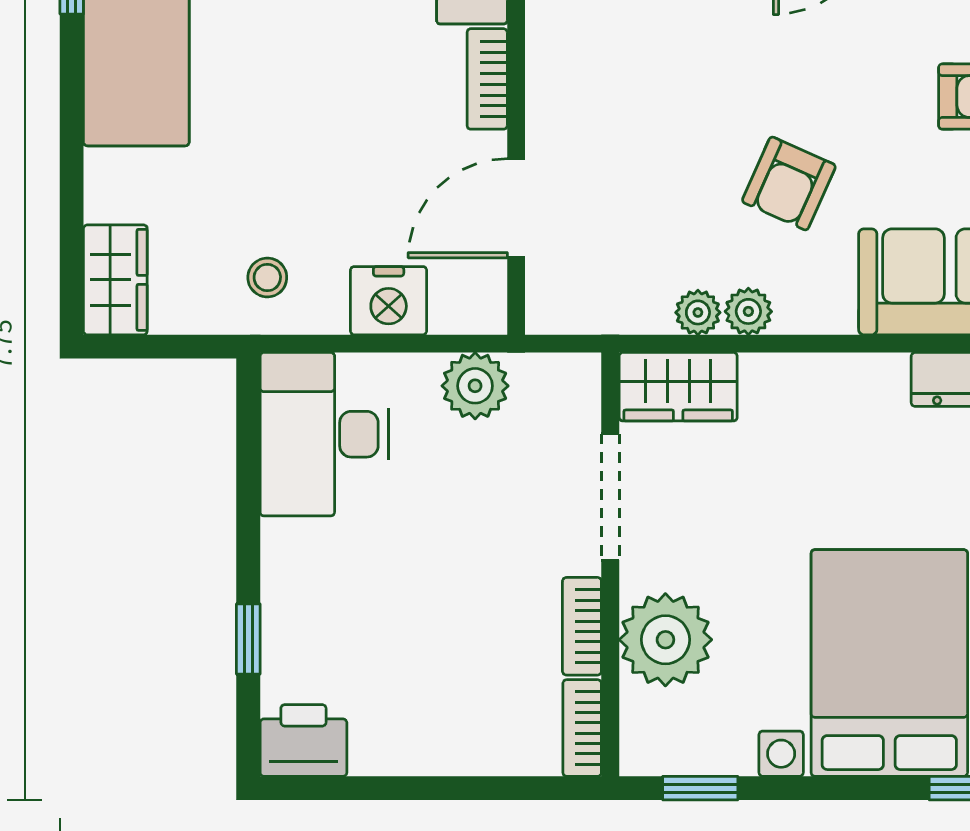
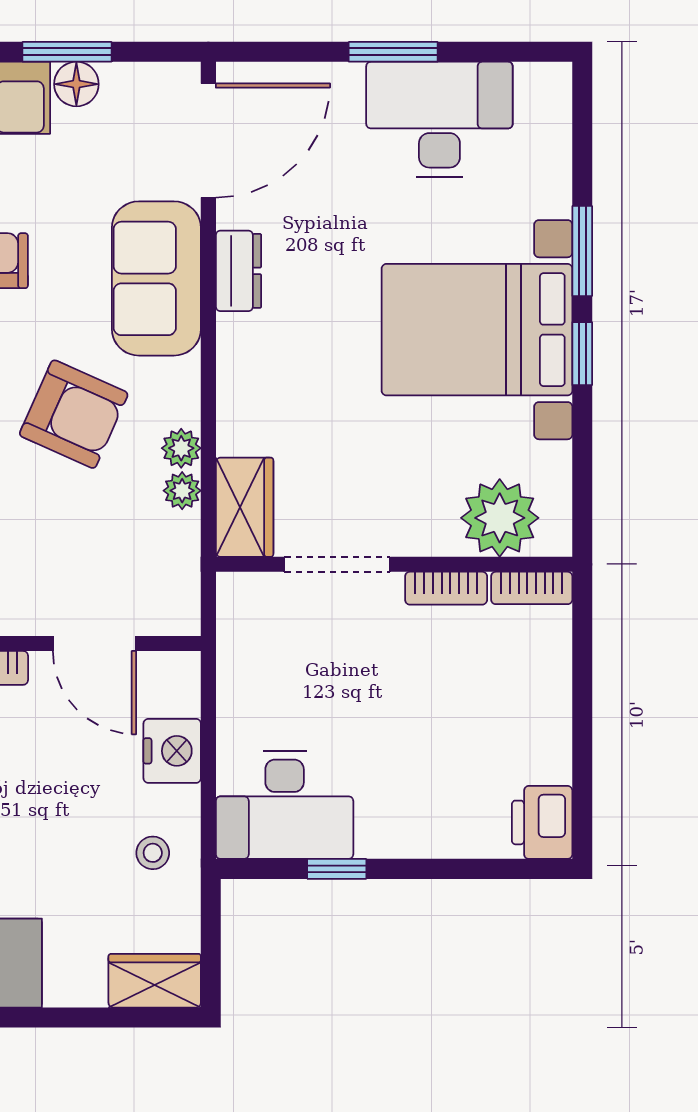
armchair: (789, 184) -> (74, 414), width x1.38, depth x1.38
plant: (475, 386) -> (244, 678), removed
window: (248, 639) -> (337, 869), moved
plant: (665, 640) -> (500, 518), moved
window: (700, 788) -> (582, 354), moved

